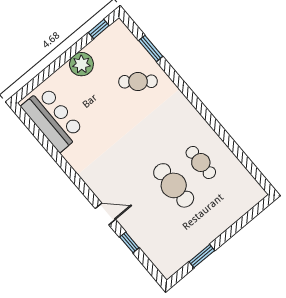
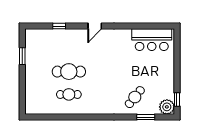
plant: (81, 64) -> (167, 107), moved
door: (105, 214) -> (95, 26), moved

